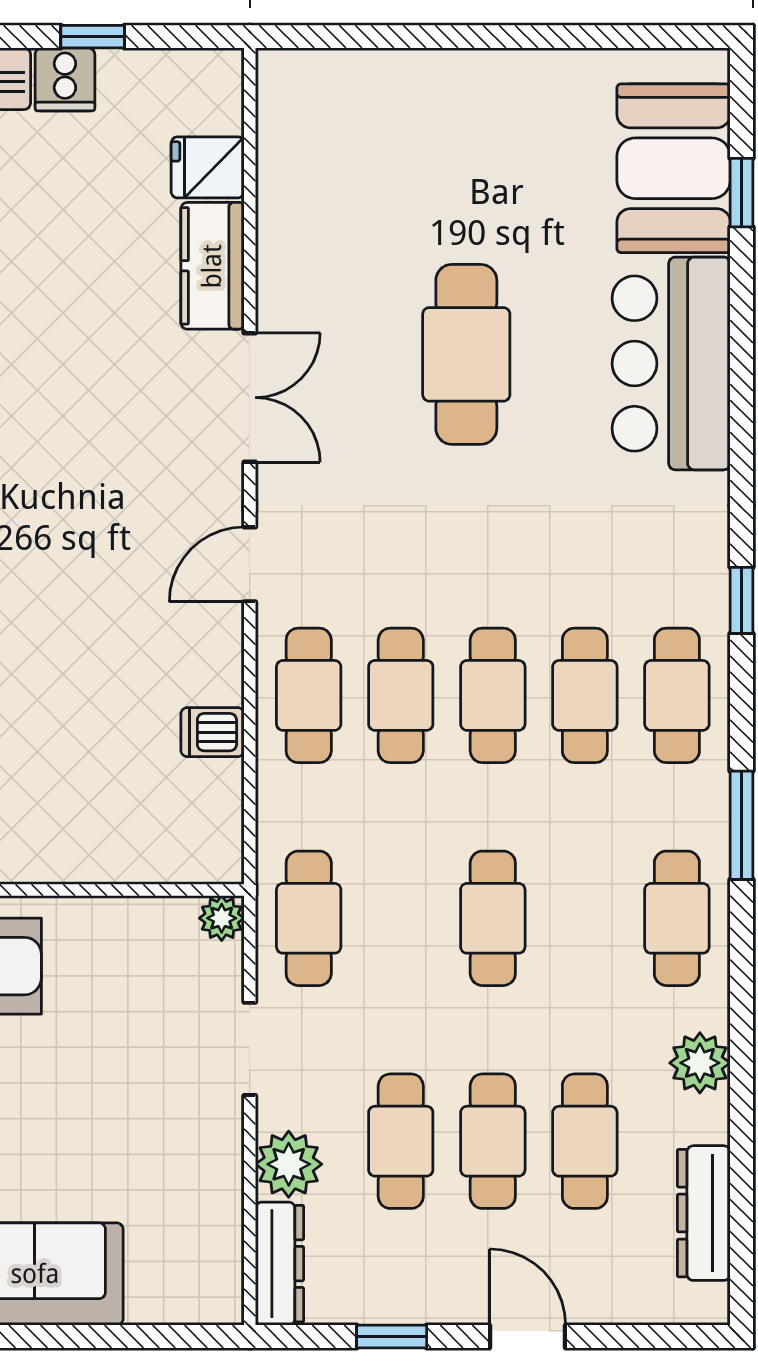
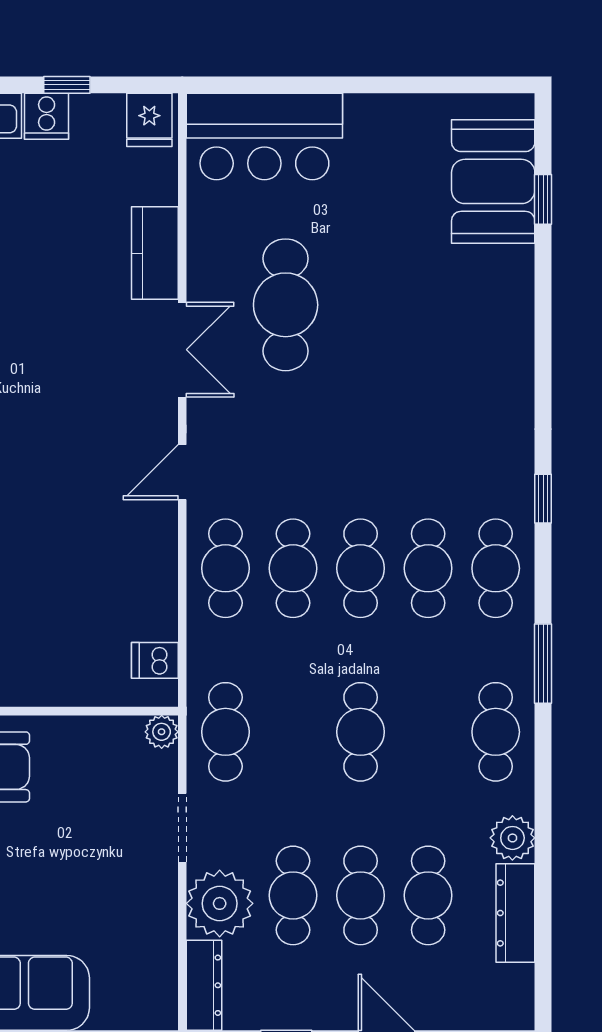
fridge: (208, 167) -> (149, 120), moved, turned -90
cafe table: (466, 354) -> (286, 305), moved
bar counter: (671, 363) -> (264, 137), moved, turned -90
dishwasher: (212, 732) -> (155, 660), moved
plant: (289, 1164) -> (220, 903), width x1.36, depth x1.36
dresser: (704, 1213) -> (515, 913), moved

